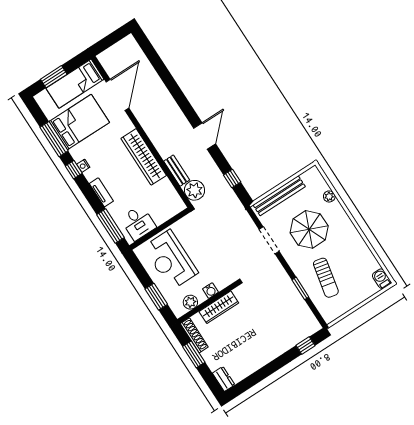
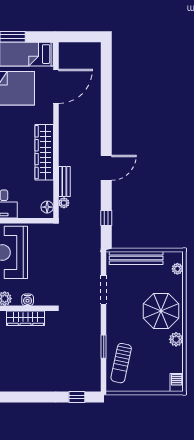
plant: (194, 190) -> (64, 203), width x0.53, depth x0.53
plant: (329, 196) -> (177, 269), moved
floor lamp: (176, 202) -> (47, 207), added
parasol: (309, 229) -> (161, 311), moved
plant: (358, 243) -> (176, 339), added
sun lounger: (326, 278) -> (121, 363), moved

